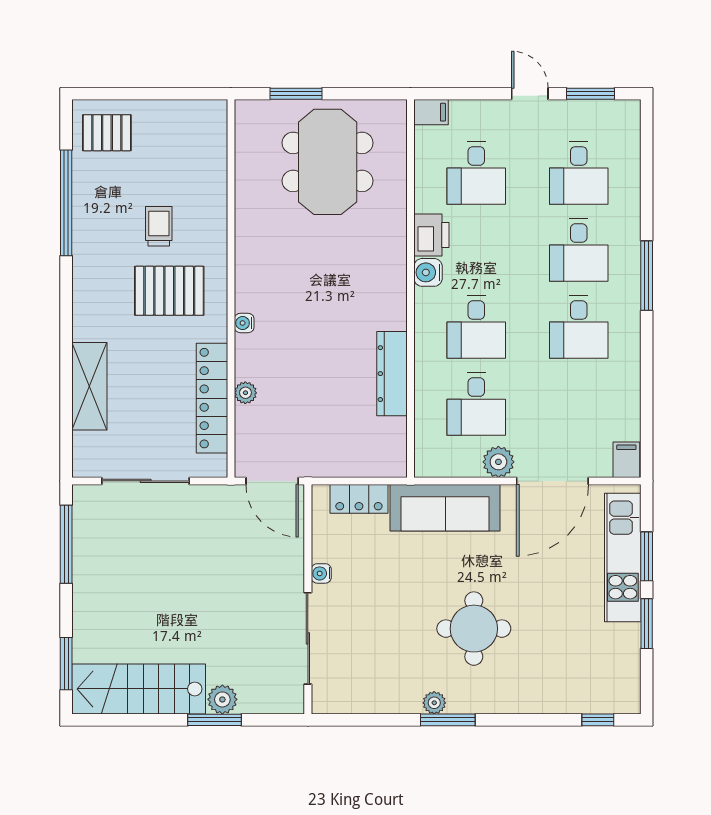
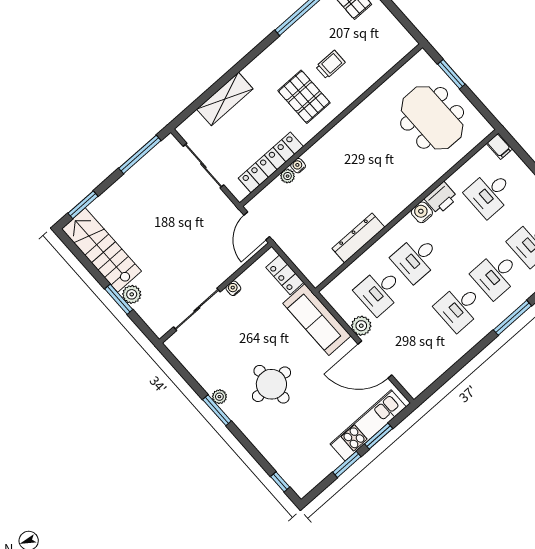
meeting table: (328, 162) -> (432, 118), turned 90
water cooler: (244, 323) -> (298, 166), moved
filing cabinet: (626, 460) -> (416, 386), removed

